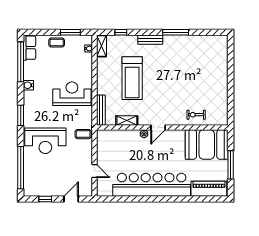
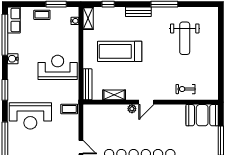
weight bench: (195, 65) -> (185, 38), added
treadmill: (132, 78) -> (120, 51), turned 90
booth: (207, 144) -> (202, 115), width x0.73, depth x0.70

